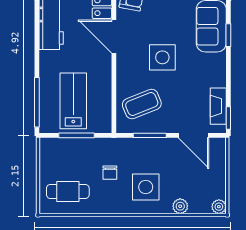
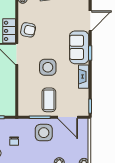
coffee table: (142, 104) -> (49, 100), moved, turned -68
fireplace: (218, 106) -> (84, 77), moved
side table: (146, 187) -> (44, 133), moved

